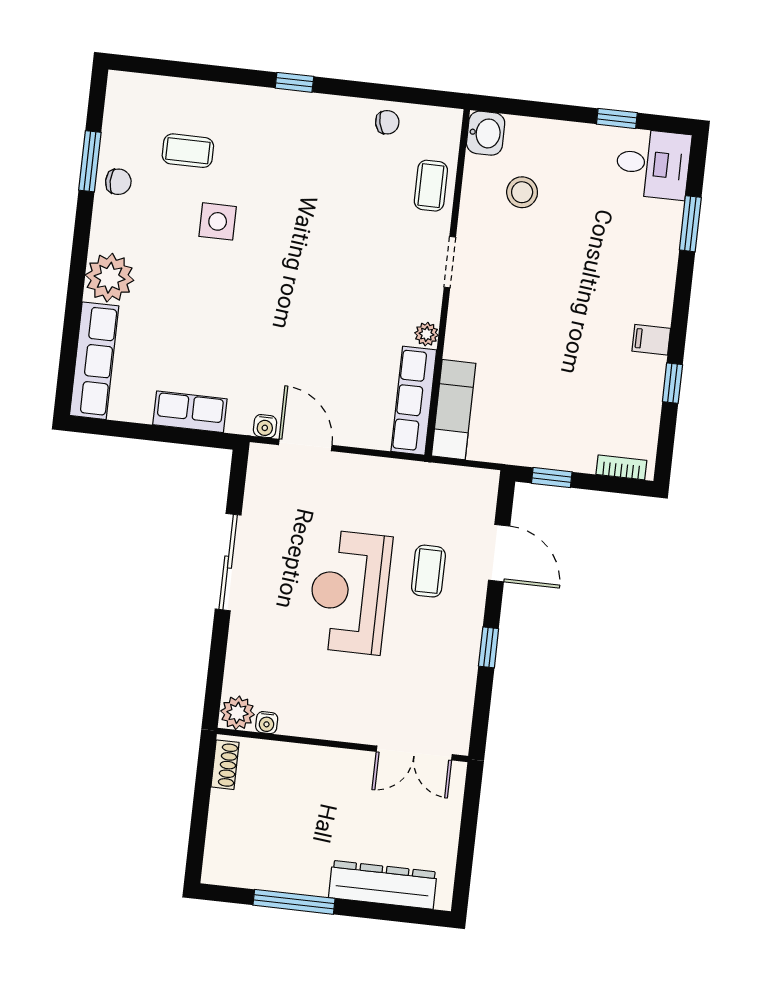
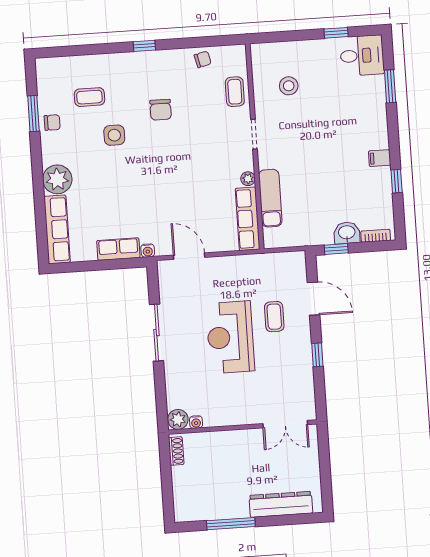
washbasin: (486, 133) -> (347, 233), moved, turned -90
chair: (302, 193) -> (161, 110), added
exam couch: (454, 410) -> (270, 198), moved
water cooler: (265, 426) -> (148, 251), moved

